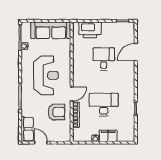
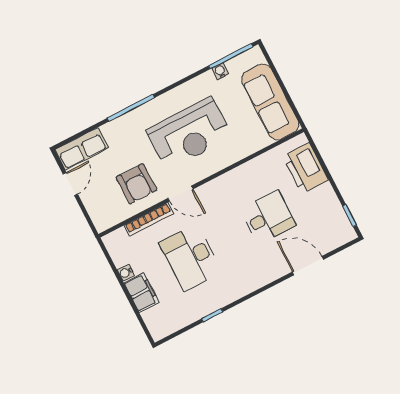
desk: (104, 105) -> (191, 257), turned 180

